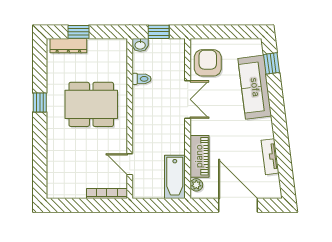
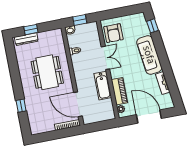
armchair: (208, 63) -> (113, 33), turned 180
sofa: (255, 87) -> (149, 55), moved
window: (40, 102) -> (21, 106), moved
dining table: (91, 104) -> (47, 72), turned 90
door: (130, 164) -> (78, 104), width x1.87
bathtub: (175, 177) -> (103, 86), moved

